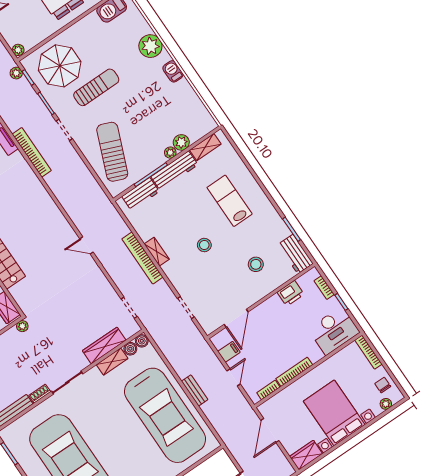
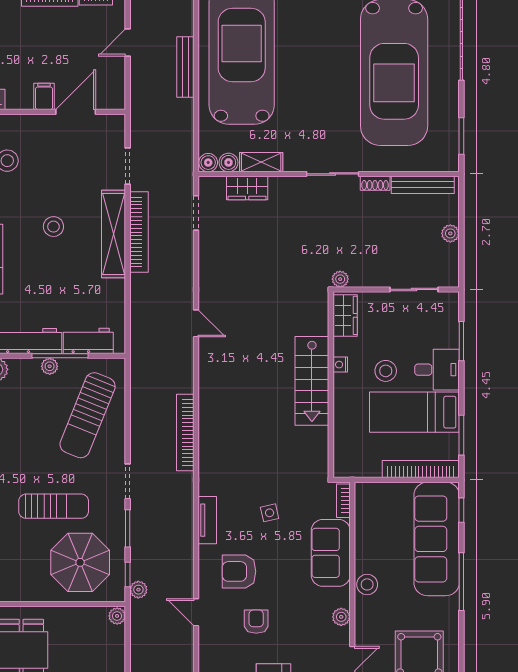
sun lounger: (96, 87) -> (54, 506), turned 180
bookcase: (32, 152) -> (185, 432), moved
plant: (170, 153) -> (50, 366), moved
shelving: (157, 252) -> (114, 234), width x2.20, depth x1.33
bookcase: (142, 258) -> (139, 232), moved
wardrobe: (104, 346) -> (247, 188), width x0.67
filing cabinet: (229, 352) -> (44, 96), moved, turned 90
bench: (195, 390) -> (185, 67), width x1.36

